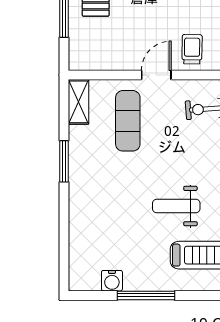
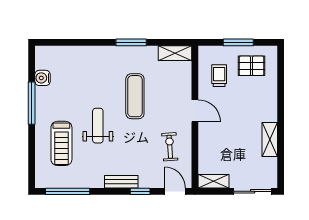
trolley: (192, 49) -> (219, 76), moved, turned -91
exercise mat: (128, 121) -> (135, 96), moved, turned 90

